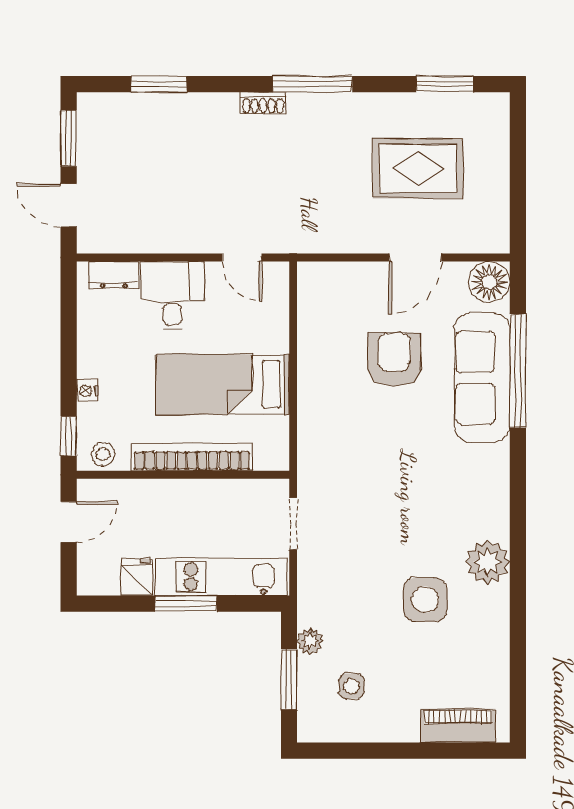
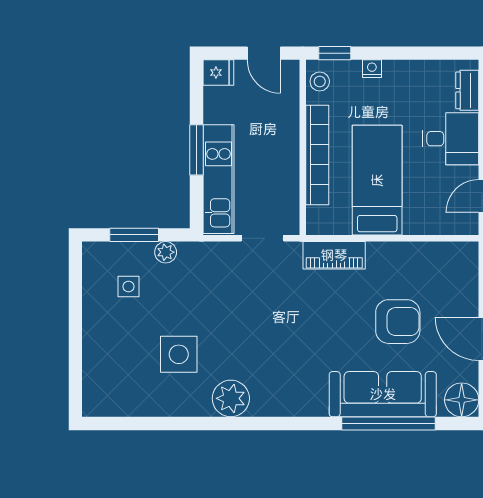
fridge: (137, 577) -> (218, 73), moved
side table: (425, 600) -> (179, 354), moved
piano: (458, 726) -> (334, 255), moved, turned 90

